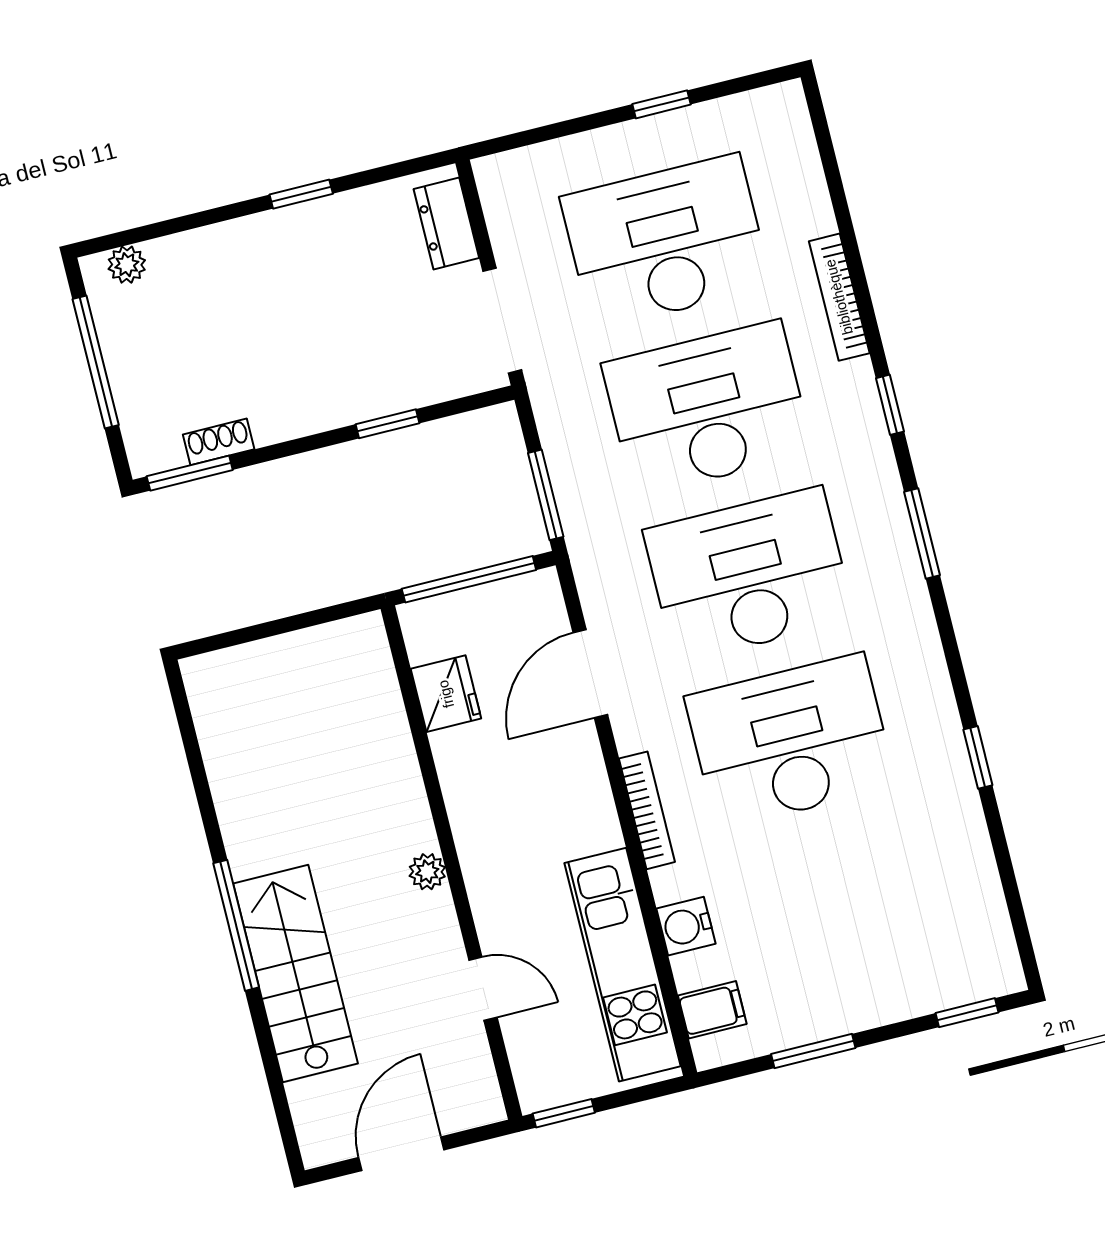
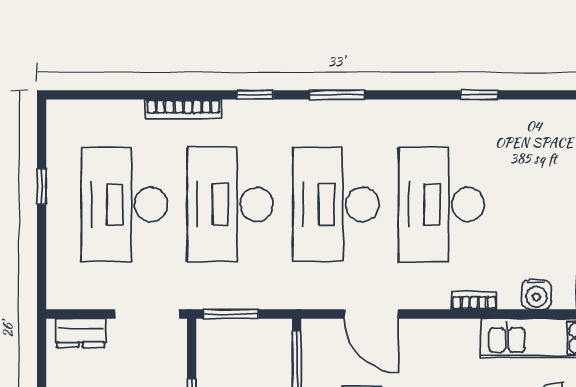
window: (546, 495) -> (231, 314), moved
bookcase: (647, 810) -> (474, 300), width x0.64

